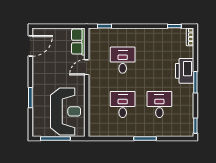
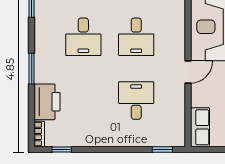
desk: (123, 60) -> (136, 101), turned 180
door: (87, 67) -> (188, 72), moved
printer: (185, 71) -> (47, 102), moved

